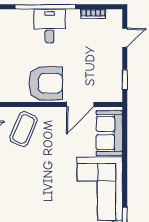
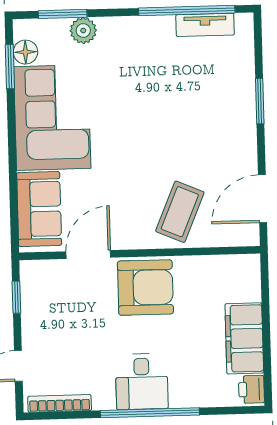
bookcase: (93, 14) -> (60, 403), width x1.56
armchair: (46, 83) -> (145, 287), turned 180

